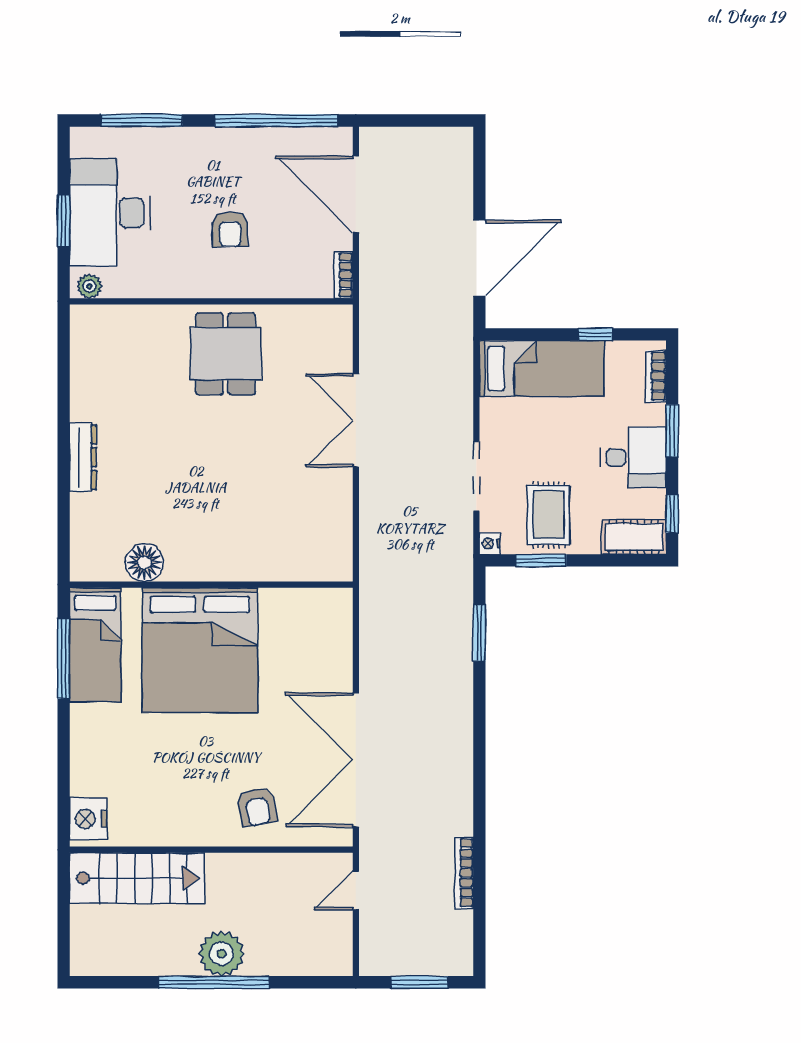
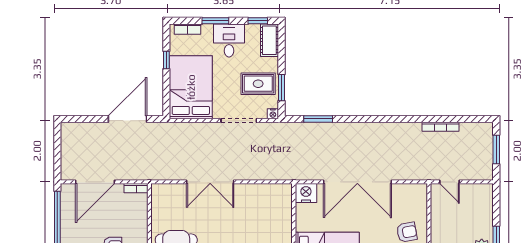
door: (479, 258) -> (127, 119), hinge flipped
bed: (542, 368) -> (191, 87), width x1.50
nightstand: (334, 609) -> (306, 193), added
double door: (356, 760) -> (357, 182), moved

